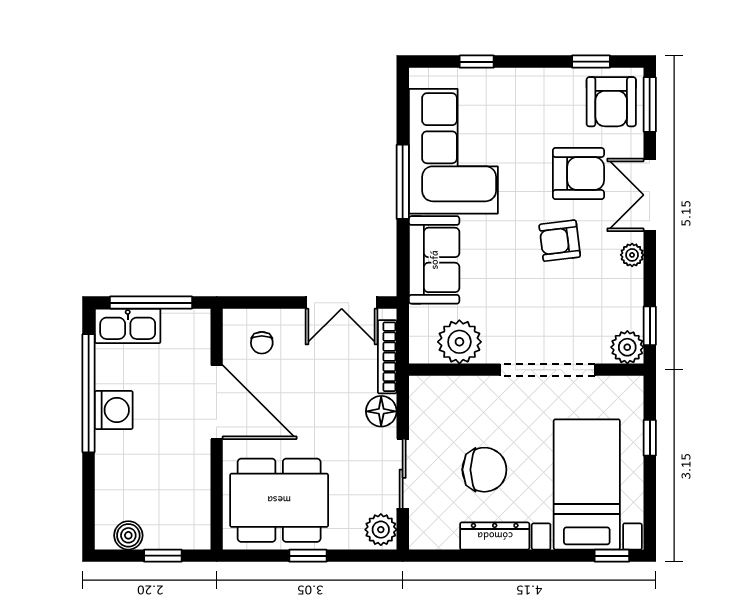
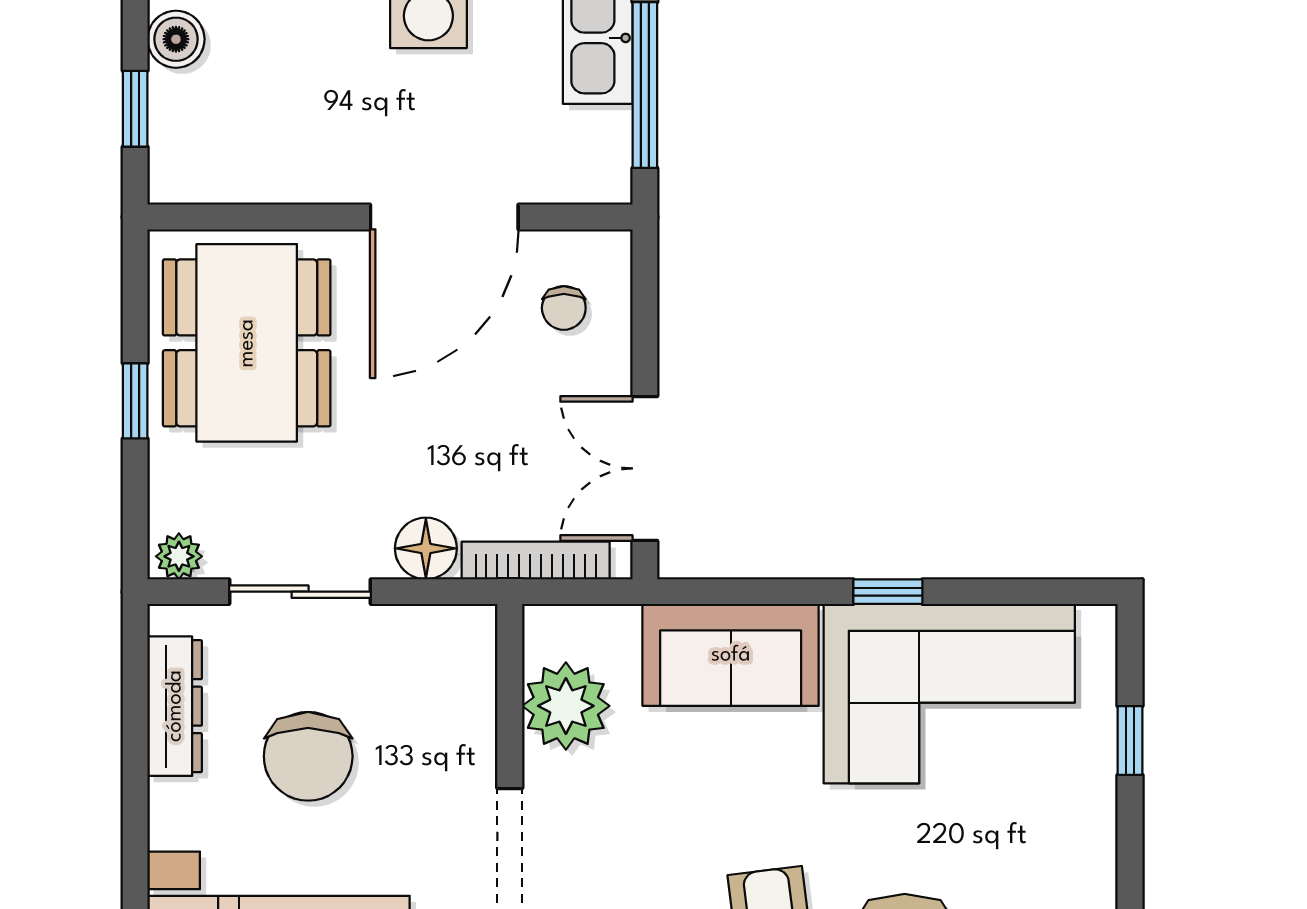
window: (403, 182) -> (888, 592), width x0.46
chair: (262, 343) -> (564, 308), turned -90
plant: (381, 530) -> (179, 556), width x0.73, depth x0.73
dresser: (495, 536) -> (175, 706), moved

